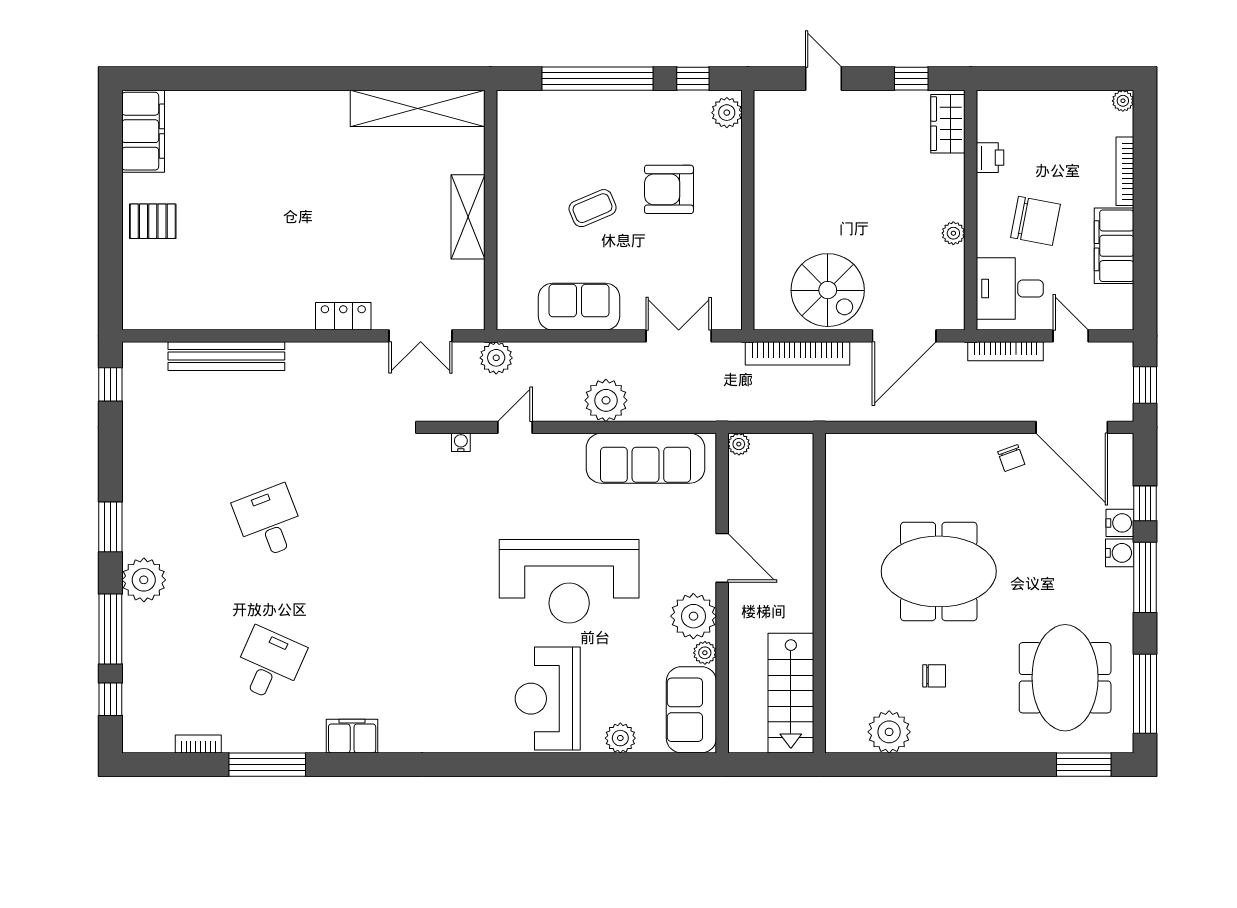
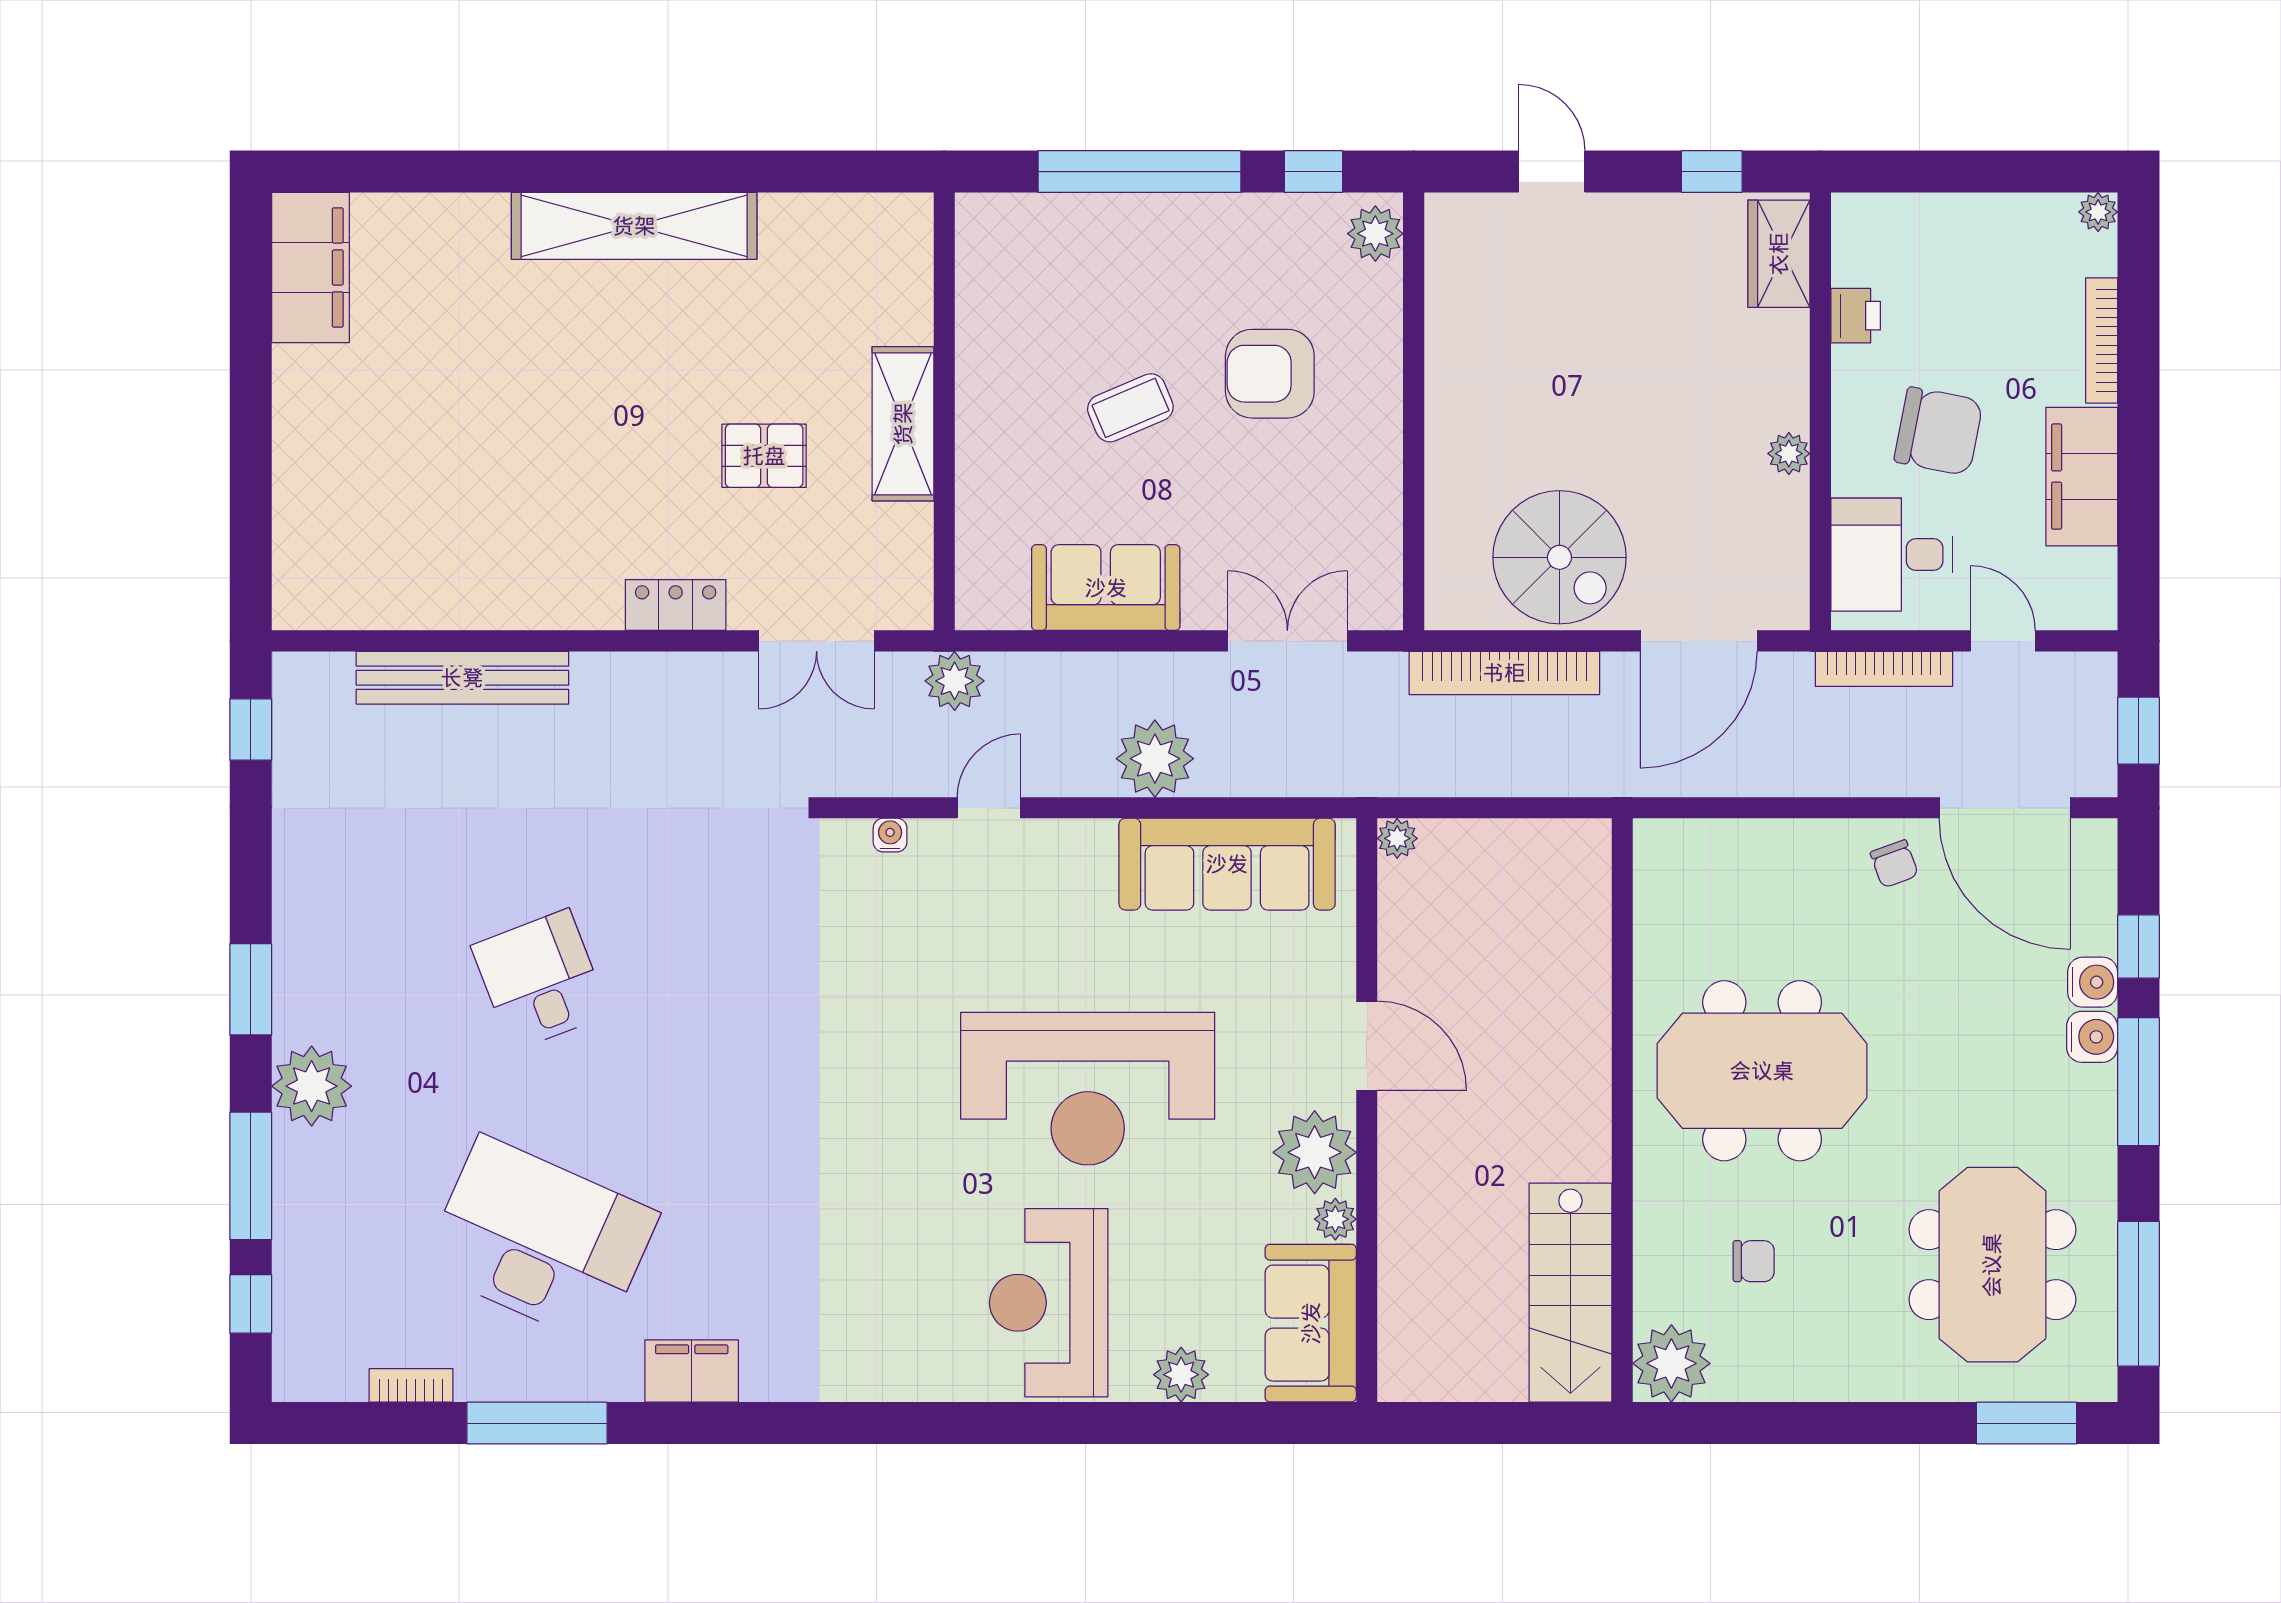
shelving: (418, 108) -> (634, 226), moved
pallet: (153, 221) -> (764, 456), moved
wall: (819, 593) -> (1622, 1110), moved
desk: (269, 664) -> (540, 1240), width x1.87, depth x1.30
stairs: (791, 693) -> (1570, 1293), moved

